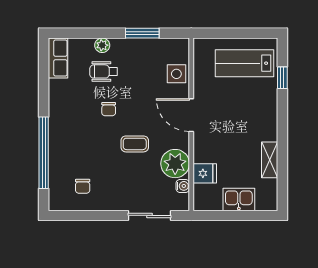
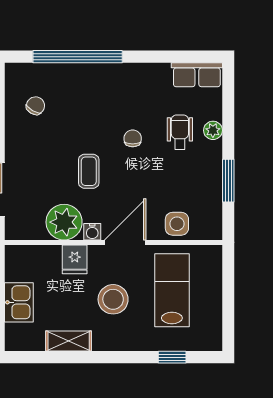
lab bench: (245, 63) -> (172, 290), moved
chair: (109, 109) -> (133, 138), turned 90
stool: (236, 125) -> (113, 299), added
fridge: (205, 173) -> (75, 259), moved
chair: (83, 186) -> (35, 106), turned 120
water cooler: (183, 186) -> (92, 232), moved

